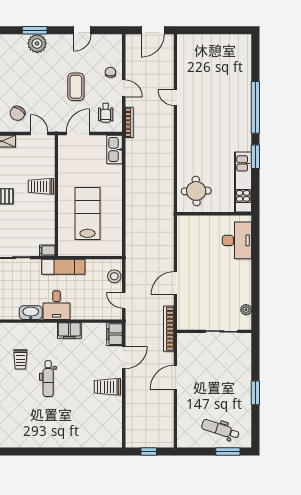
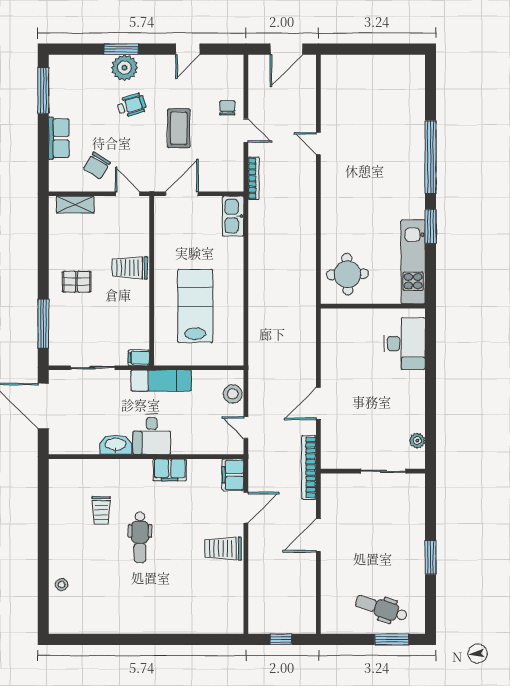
wheelchair: (106, 113) -> (131, 105), moved, turned -107

